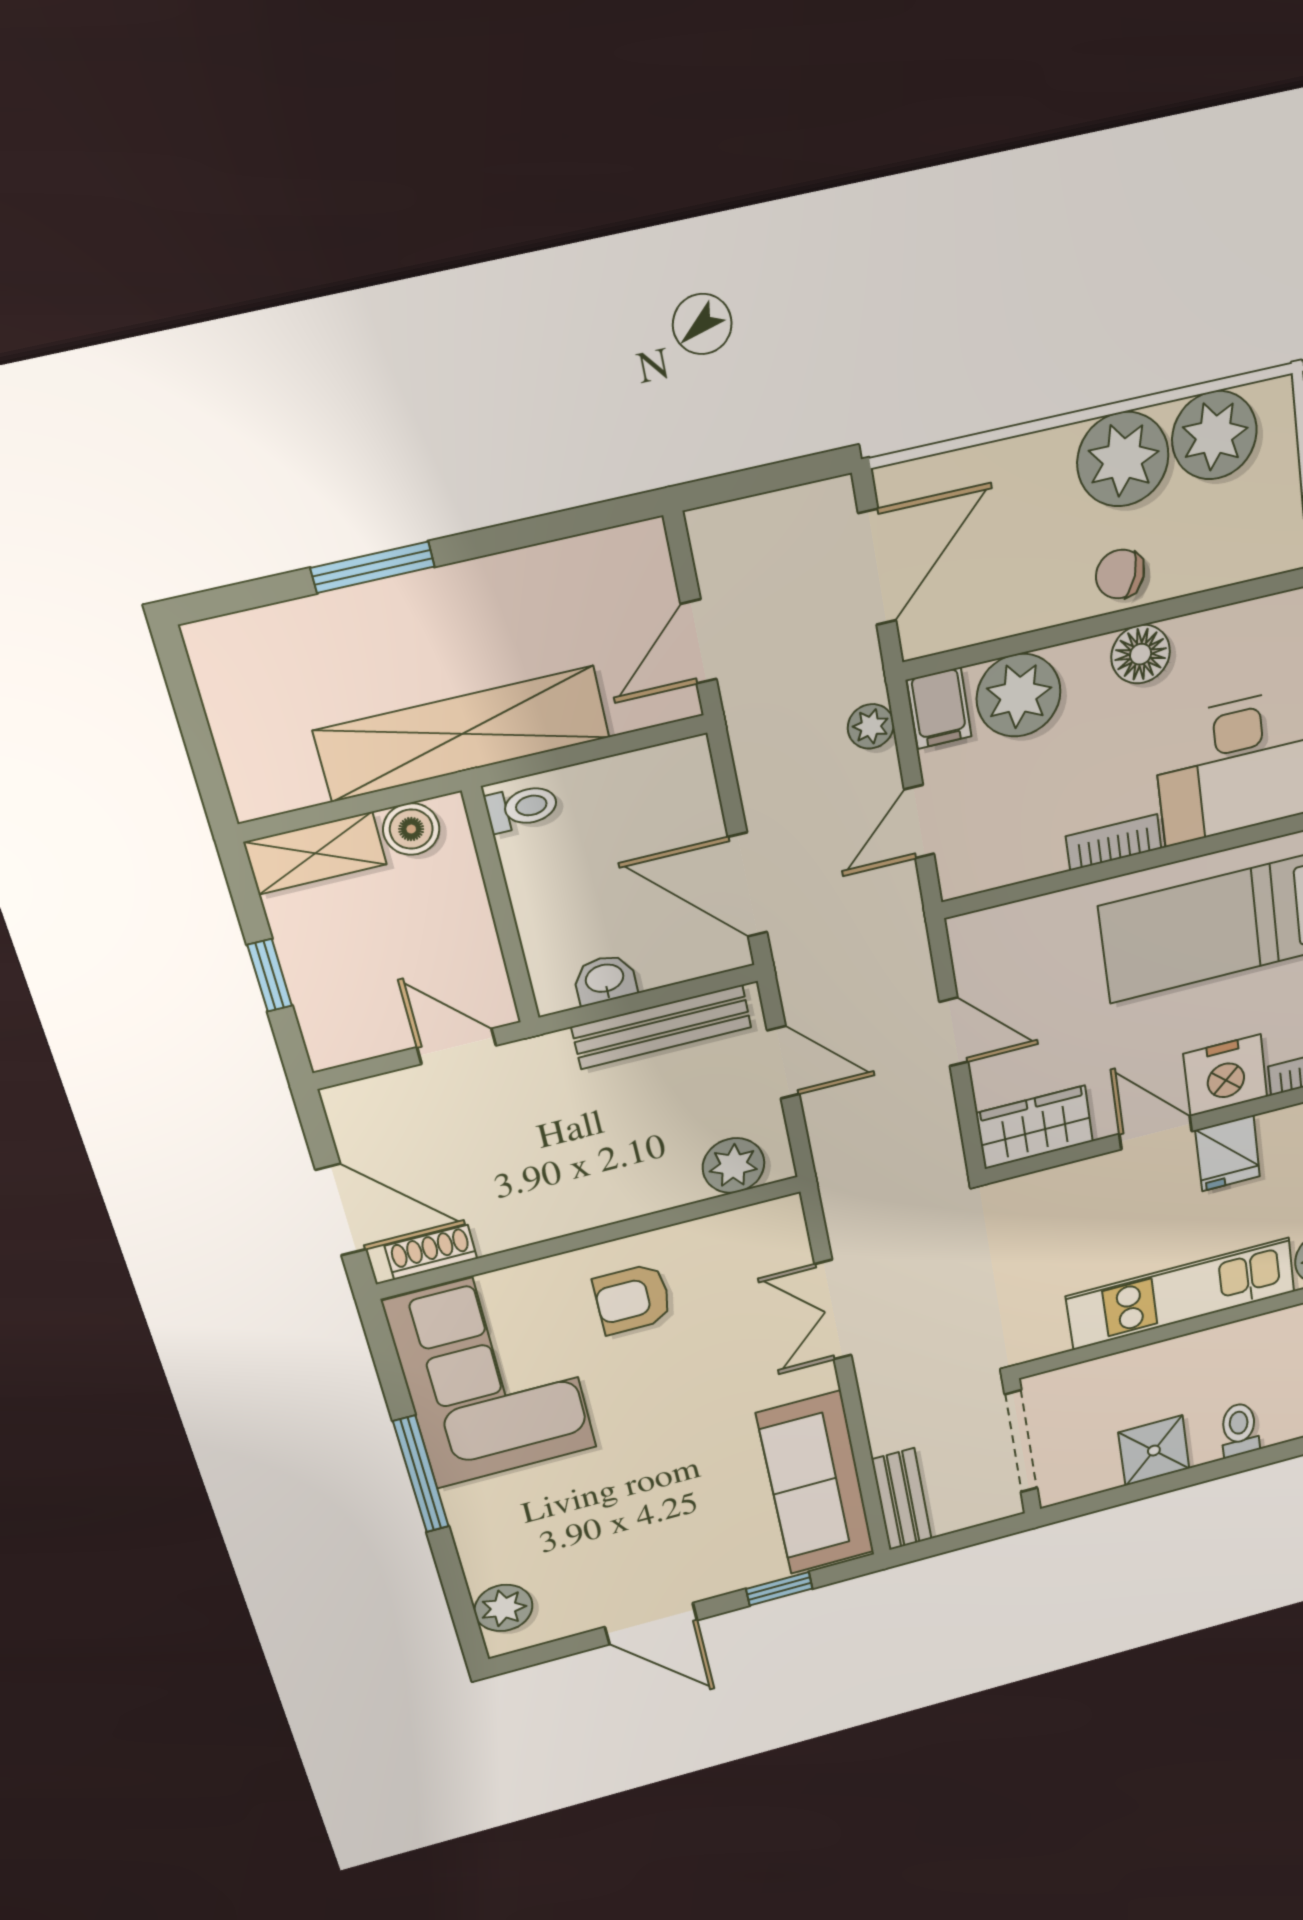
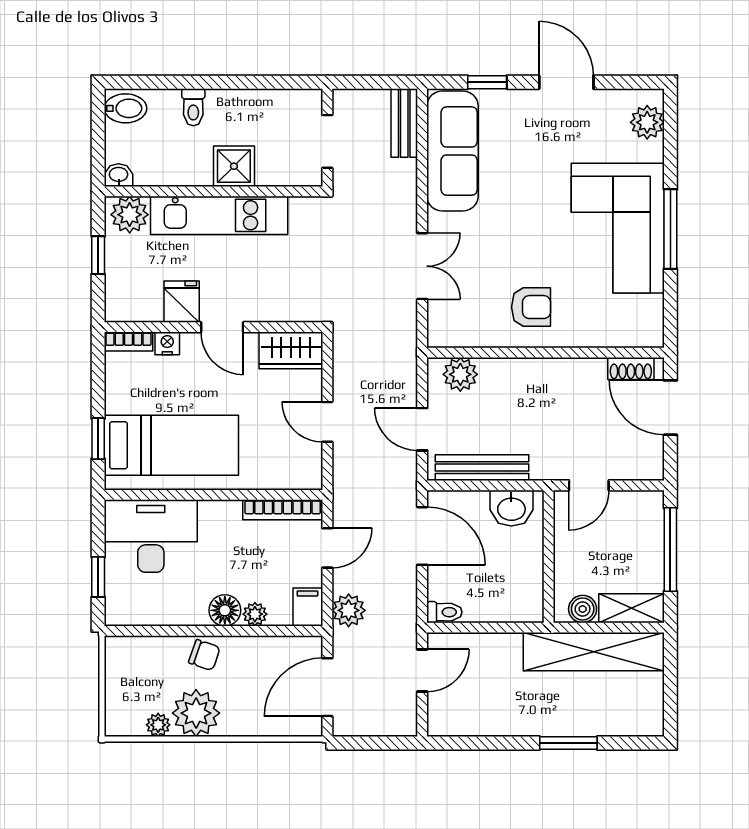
plant: (1214, 435) -> (158, 725), width x0.53, depth x0.53
floor lamp: (1141, 654) -> (225, 610), moved
plant: (1019, 695) -> (255, 614), width x0.53, depth x0.53
plant: (871, 726) -> (349, 610), width x1.38, depth x1.38
shelving: (462, 734) -> (594, 652), moved
toilet: (522, 808) -> (444, 612), moved, turned 180
bookcase: (1114, 842) -> (283, 510), moved, width x1.56
window: (270, 975) -> (670, 550), width x2.17
washbasin: (605, 979) -> (511, 508), width x1.38, depth x1.45
door: (457, 1046) -> (589, 485), hinge flipped
nightstand: (1225, 1075) -> (167, 343), width x0.53, depth x0.56
corner sofa: (491, 1375) -> (618, 228), moved
doorway: (1021, 1442) -> (327, 141), width x0.73
shower: (1154, 1451) -> (234, 166), moved

